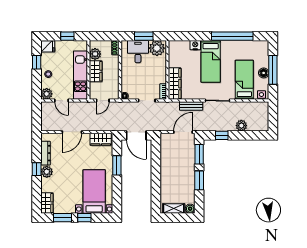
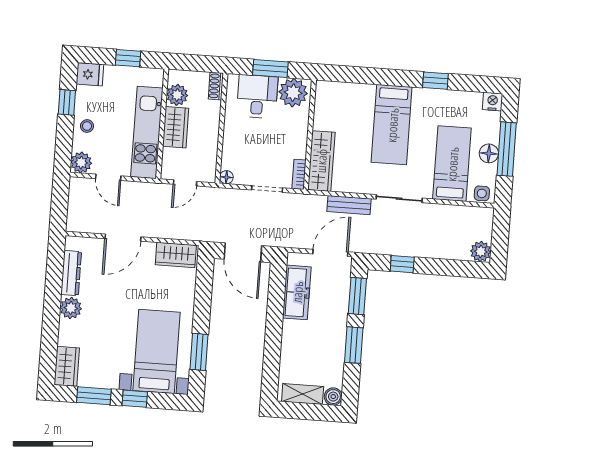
window: (232, 36) -> (435, 81), width x0.32
nightstand: (195, 45) -> (493, 102), moved
plant: (241, 126) -> (481, 252), moved
freezer: (167, 155) -> (297, 292), added
window: (117, 165) -> (199, 352), moved
window: (37, 169) -> (52, 302), removed

